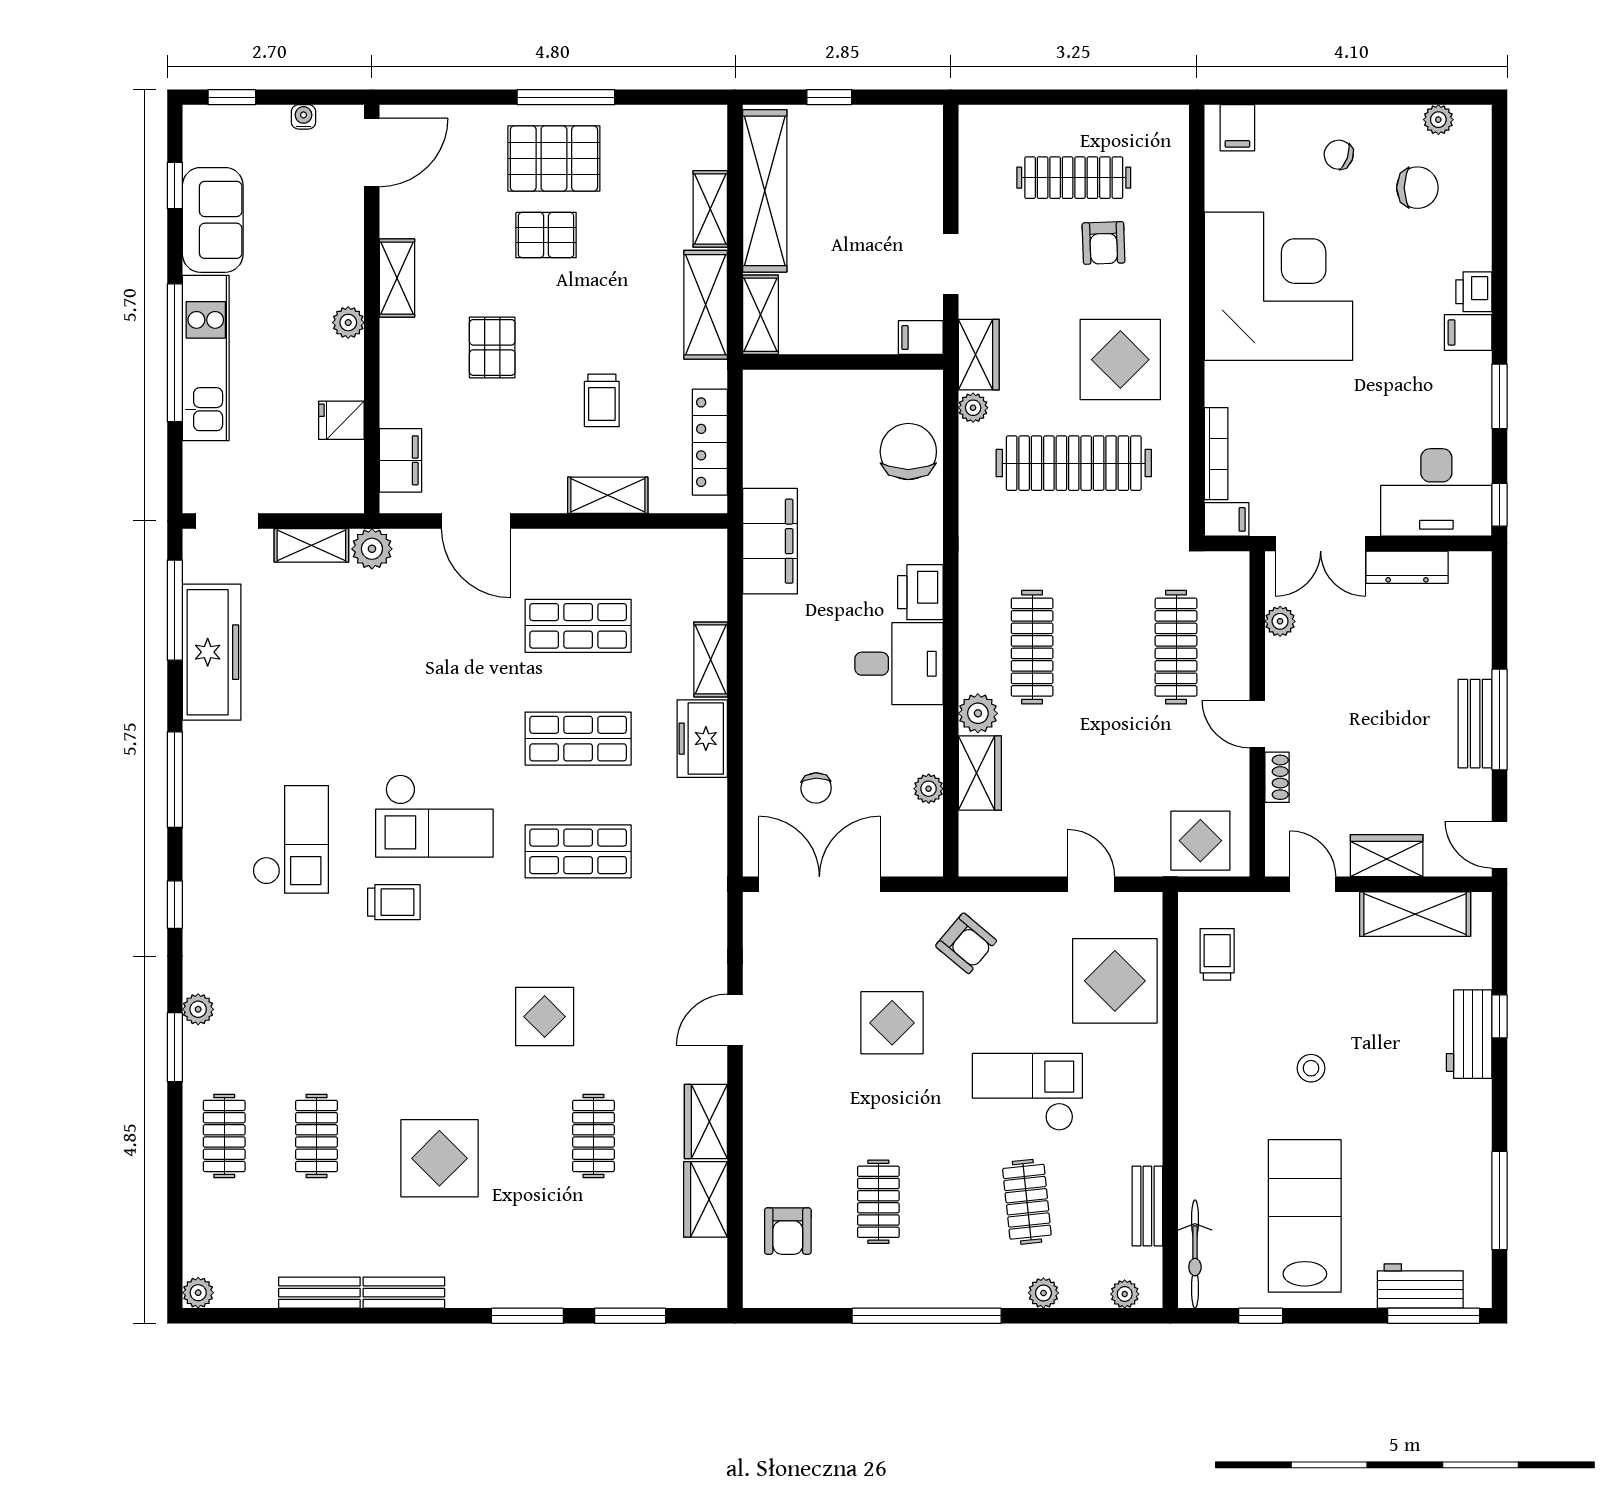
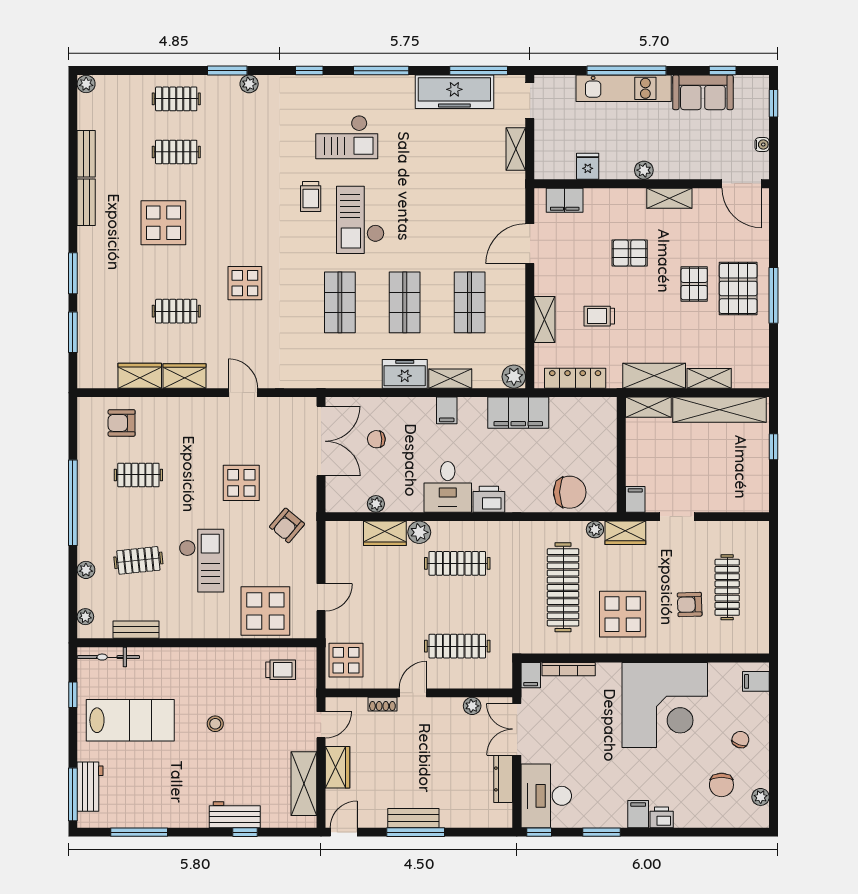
plant: (372, 549) -> (514, 377), moved
filing cabinet: (766, 666) -> (447, 410), added

